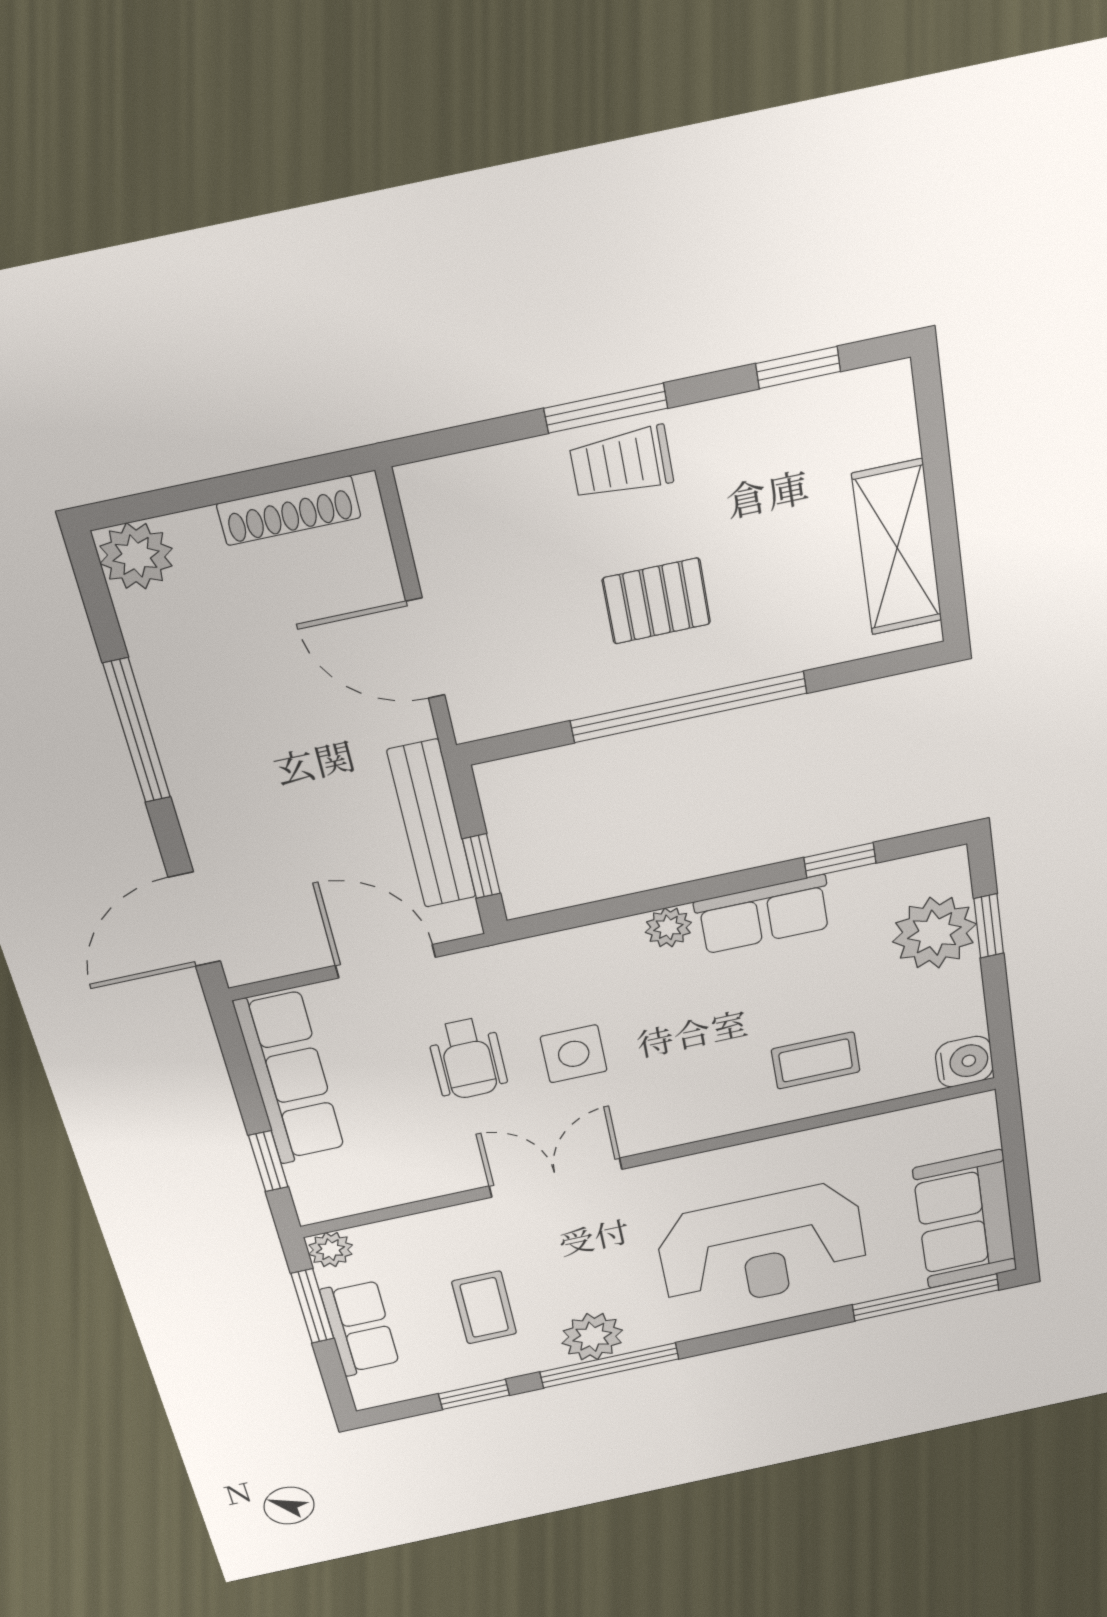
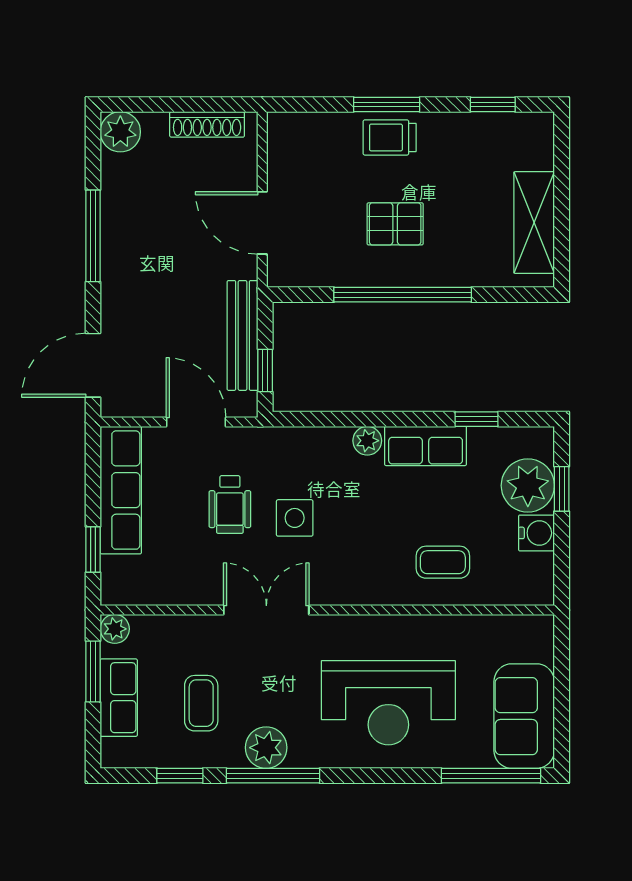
water cooler: (964, 1062) -> (536, 533), moved

